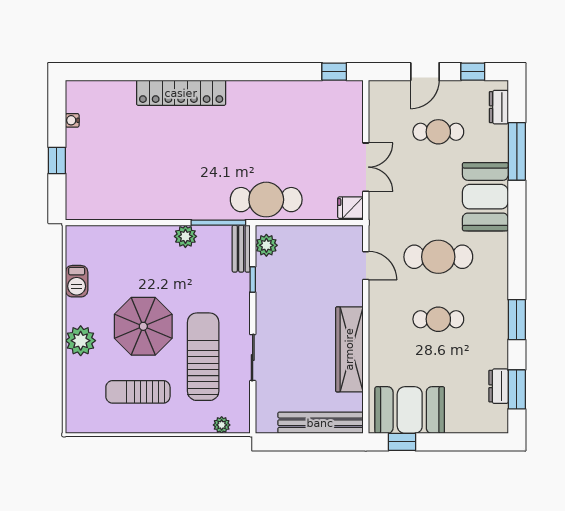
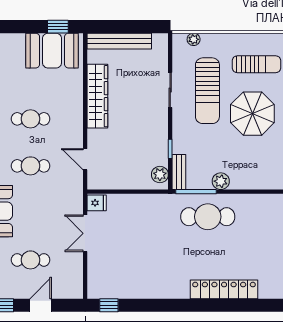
cafe table: (266, 200) -> (208, 217), moved
cafe table: (438, 257) -> (31, 166), width x0.73, depth x0.74

